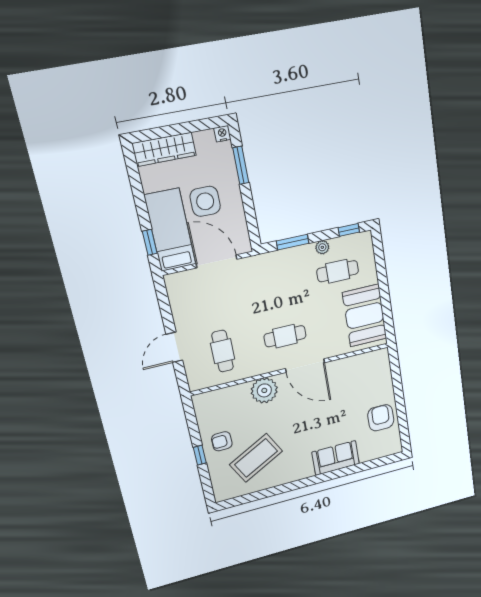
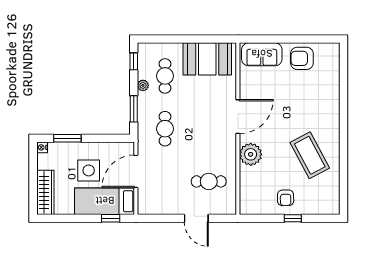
cafe table: (285, 336) -> (165, 129), moved
coffee table: (256, 458) -> (310, 155), moved
sofa: (336, 458) -> (262, 54), moved, turned -90

